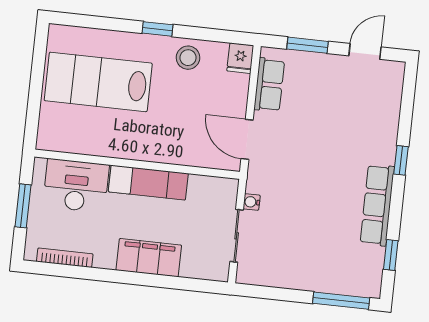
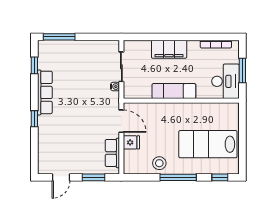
window: (83, 21) -> (220, 177), added
window: (158, 29) -> (178, 177), width x2.17
fridge: (240, 58) -> (131, 142), moved, turned 90
lab bench: (98, 82) -> (208, 144), turned 180
desk: (76, 186) -> (225, 81), moved, turned -90

